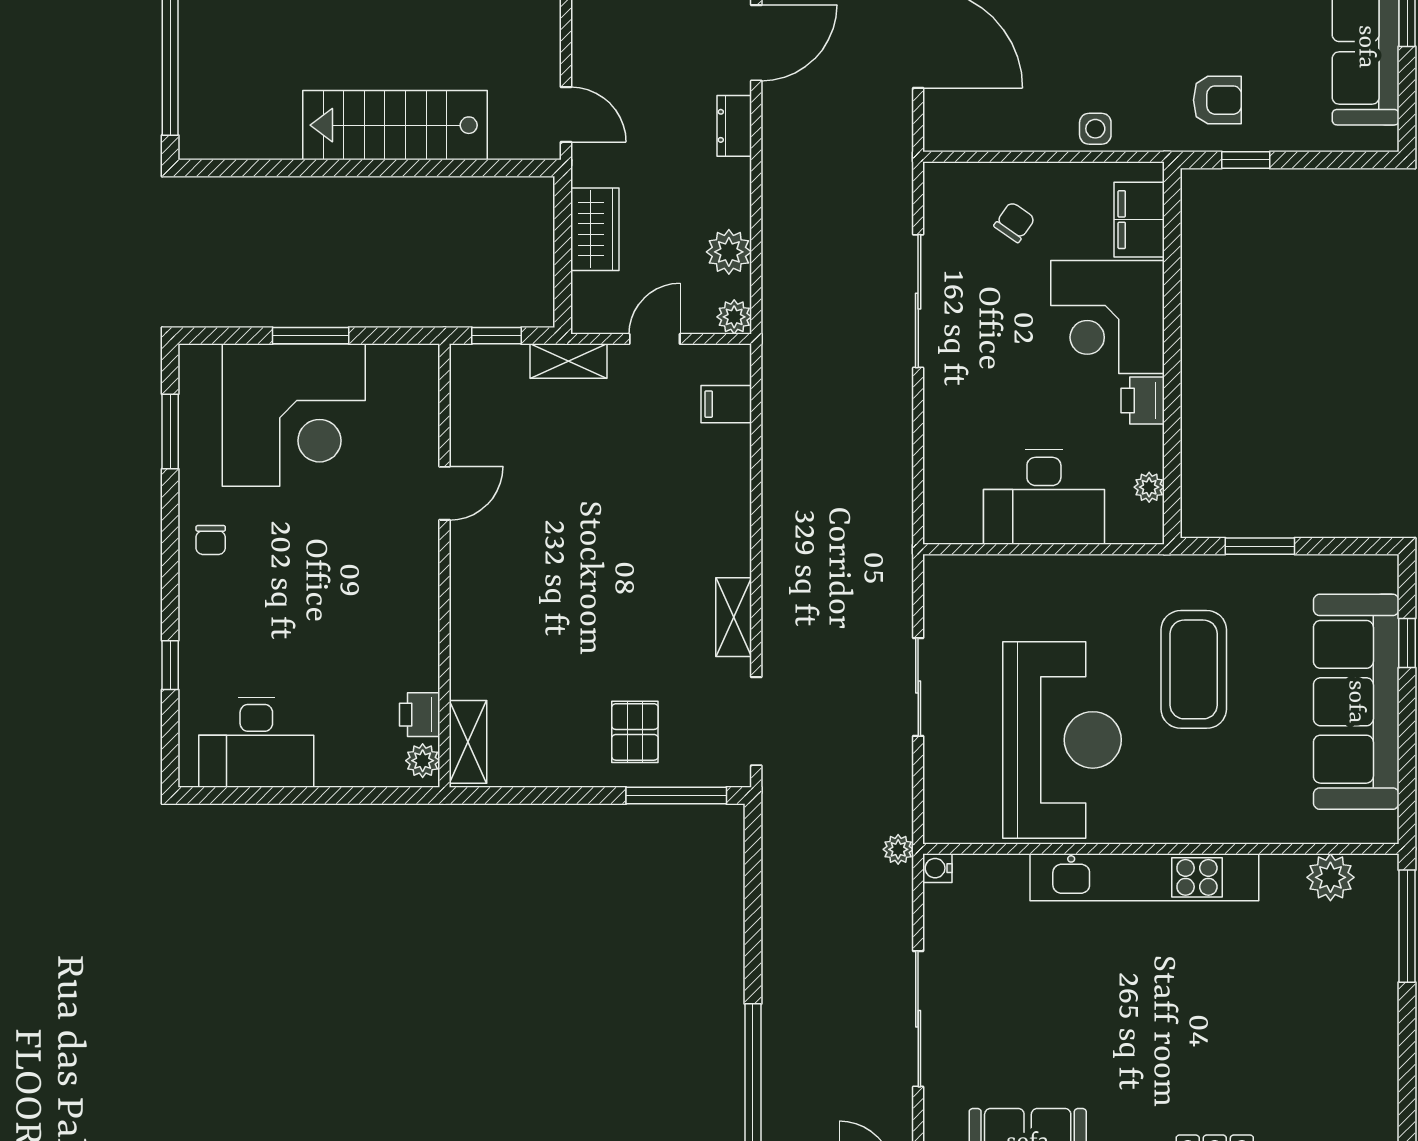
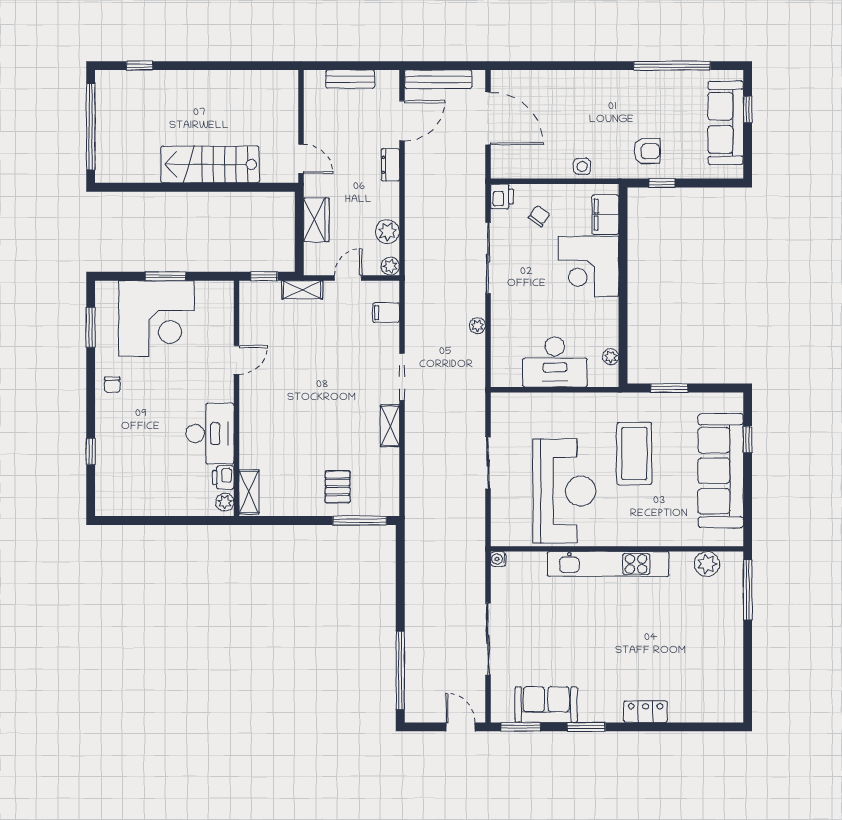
printer: (1143, 401) -> (502, 196), moved, turned 180
doorway: (756, 721) -> (402, 377), moved
desk: (256, 742) -> (210, 434), moved, turned -90
plant: (898, 849) -> (477, 326), moved

